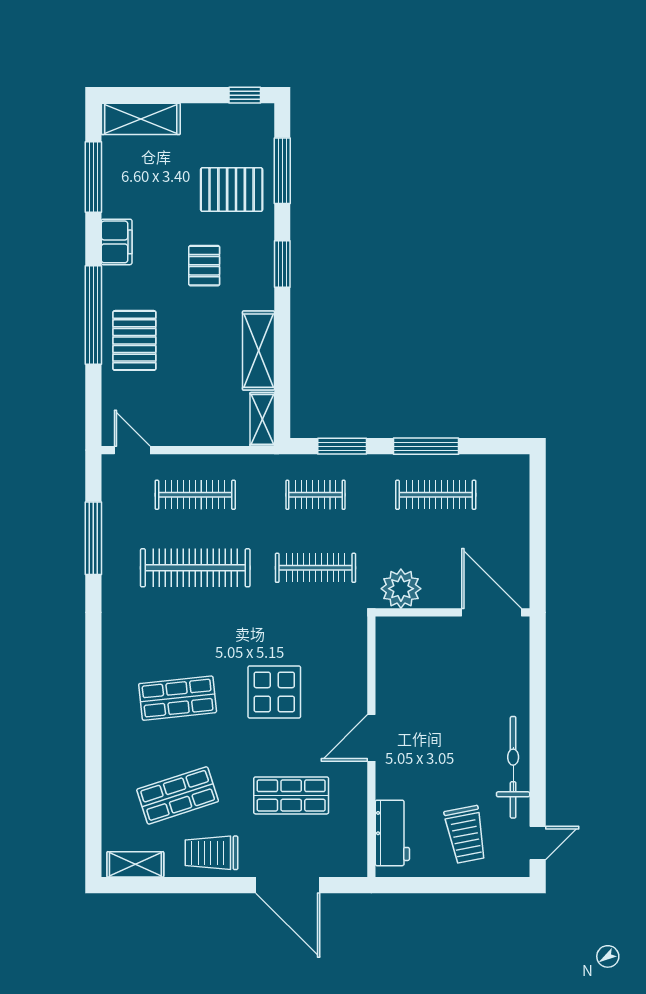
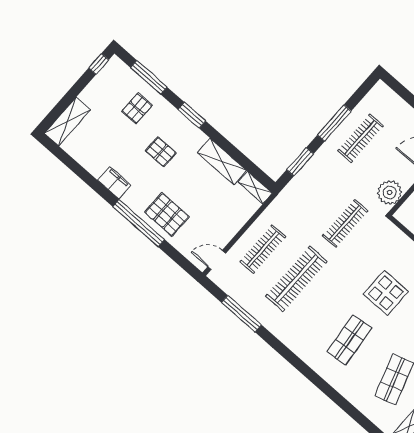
window: (93, 177) -> (75, 167), removed
pallet: (232, 190) -> (137, 108), width x0.67, depth x0.71
clothes rail: (315, 495) -> (312, 194), removed

